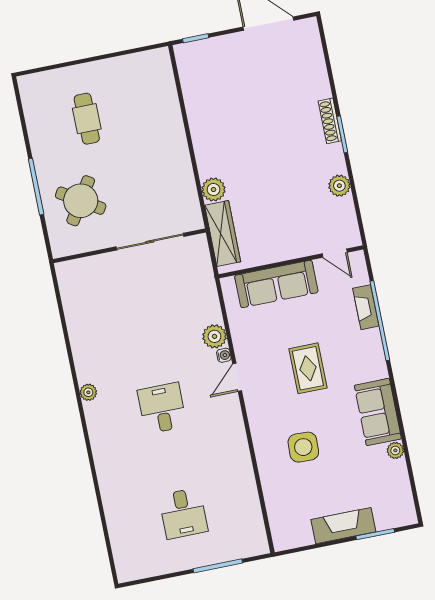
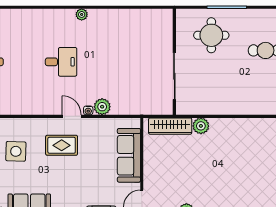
round table: (81, 201) -> (211, 35), turned -32
rug: (308, 368) -> (62, 145), moved

